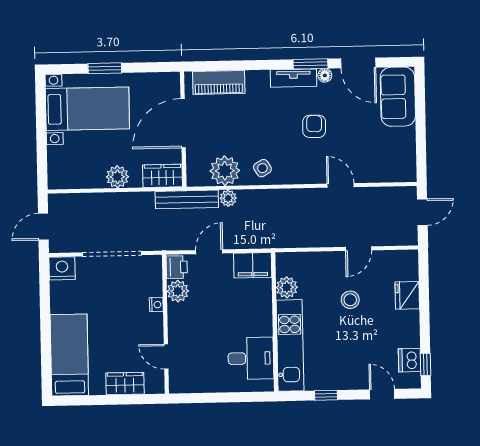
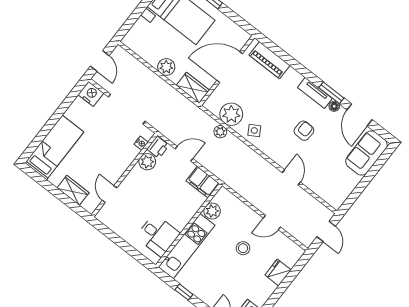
bench: (187, 199) -> (196, 113), removed
door: (422, 212) -> (326, 231), hinge flipped
door: (43, 227) -> (100, 61), swing flipped
nightstand: (156, 305) -> (141, 143), moved

